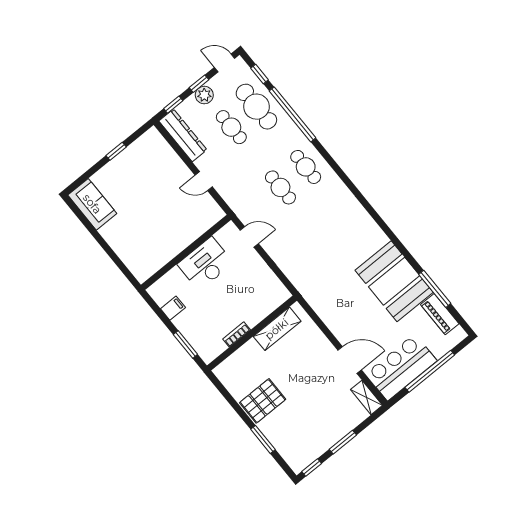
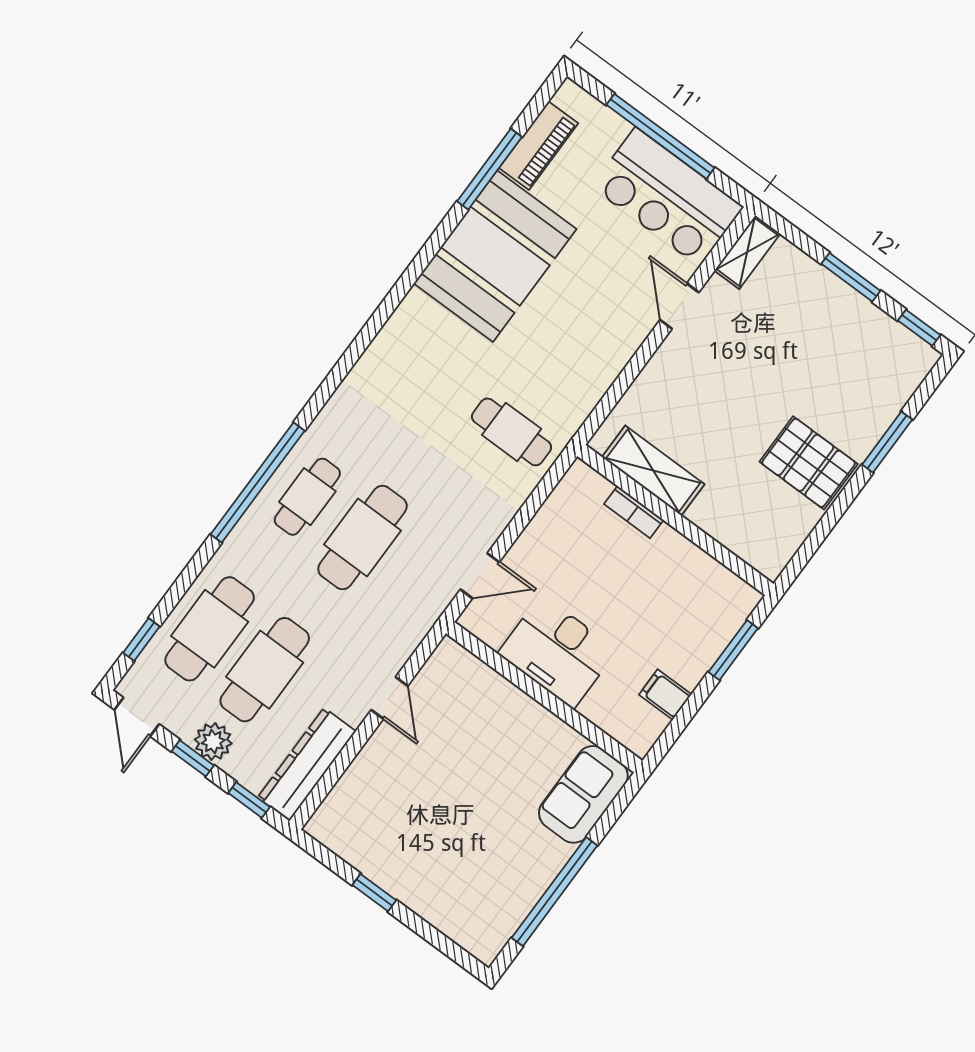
window: (292, 114) -> (258, 482), moved
cafe table: (231, 127) -> (265, 670), width x1.37, depth x1.35
cafe table: (280, 187) -> (363, 538), width x1.37, depth x1.35
sofa: (92, 204) -> (583, 794), moved
window: (95, 234) -> (555, 892), added
door: (249, 237) -> (480, 576), swing flipped
cafe table: (312, 268) -> (512, 432), added
bookcase: (237, 334) -> (634, 512), moved
door: (350, 360) -> (679, 306), width x0.73

